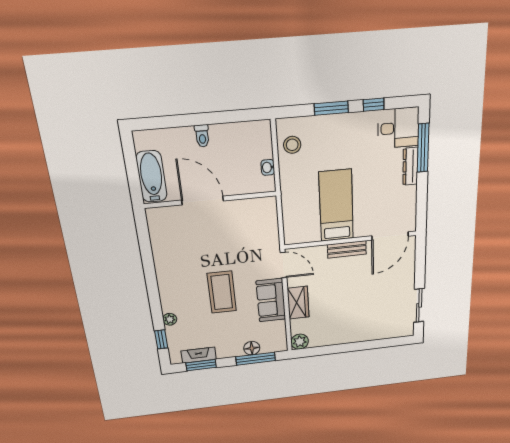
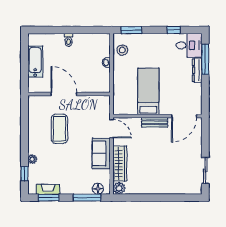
window: (331, 108) -> (131, 30), moved
wall: (211, 200) -> (69, 94), moved
door: (203, 201) -> (64, 94), moved
coffee table: (222, 292) -> (59, 129), moved
wardrobe: (298, 303) -> (120, 163), width x1.50
floor lamp: (252, 348) -> (98, 189), moved

